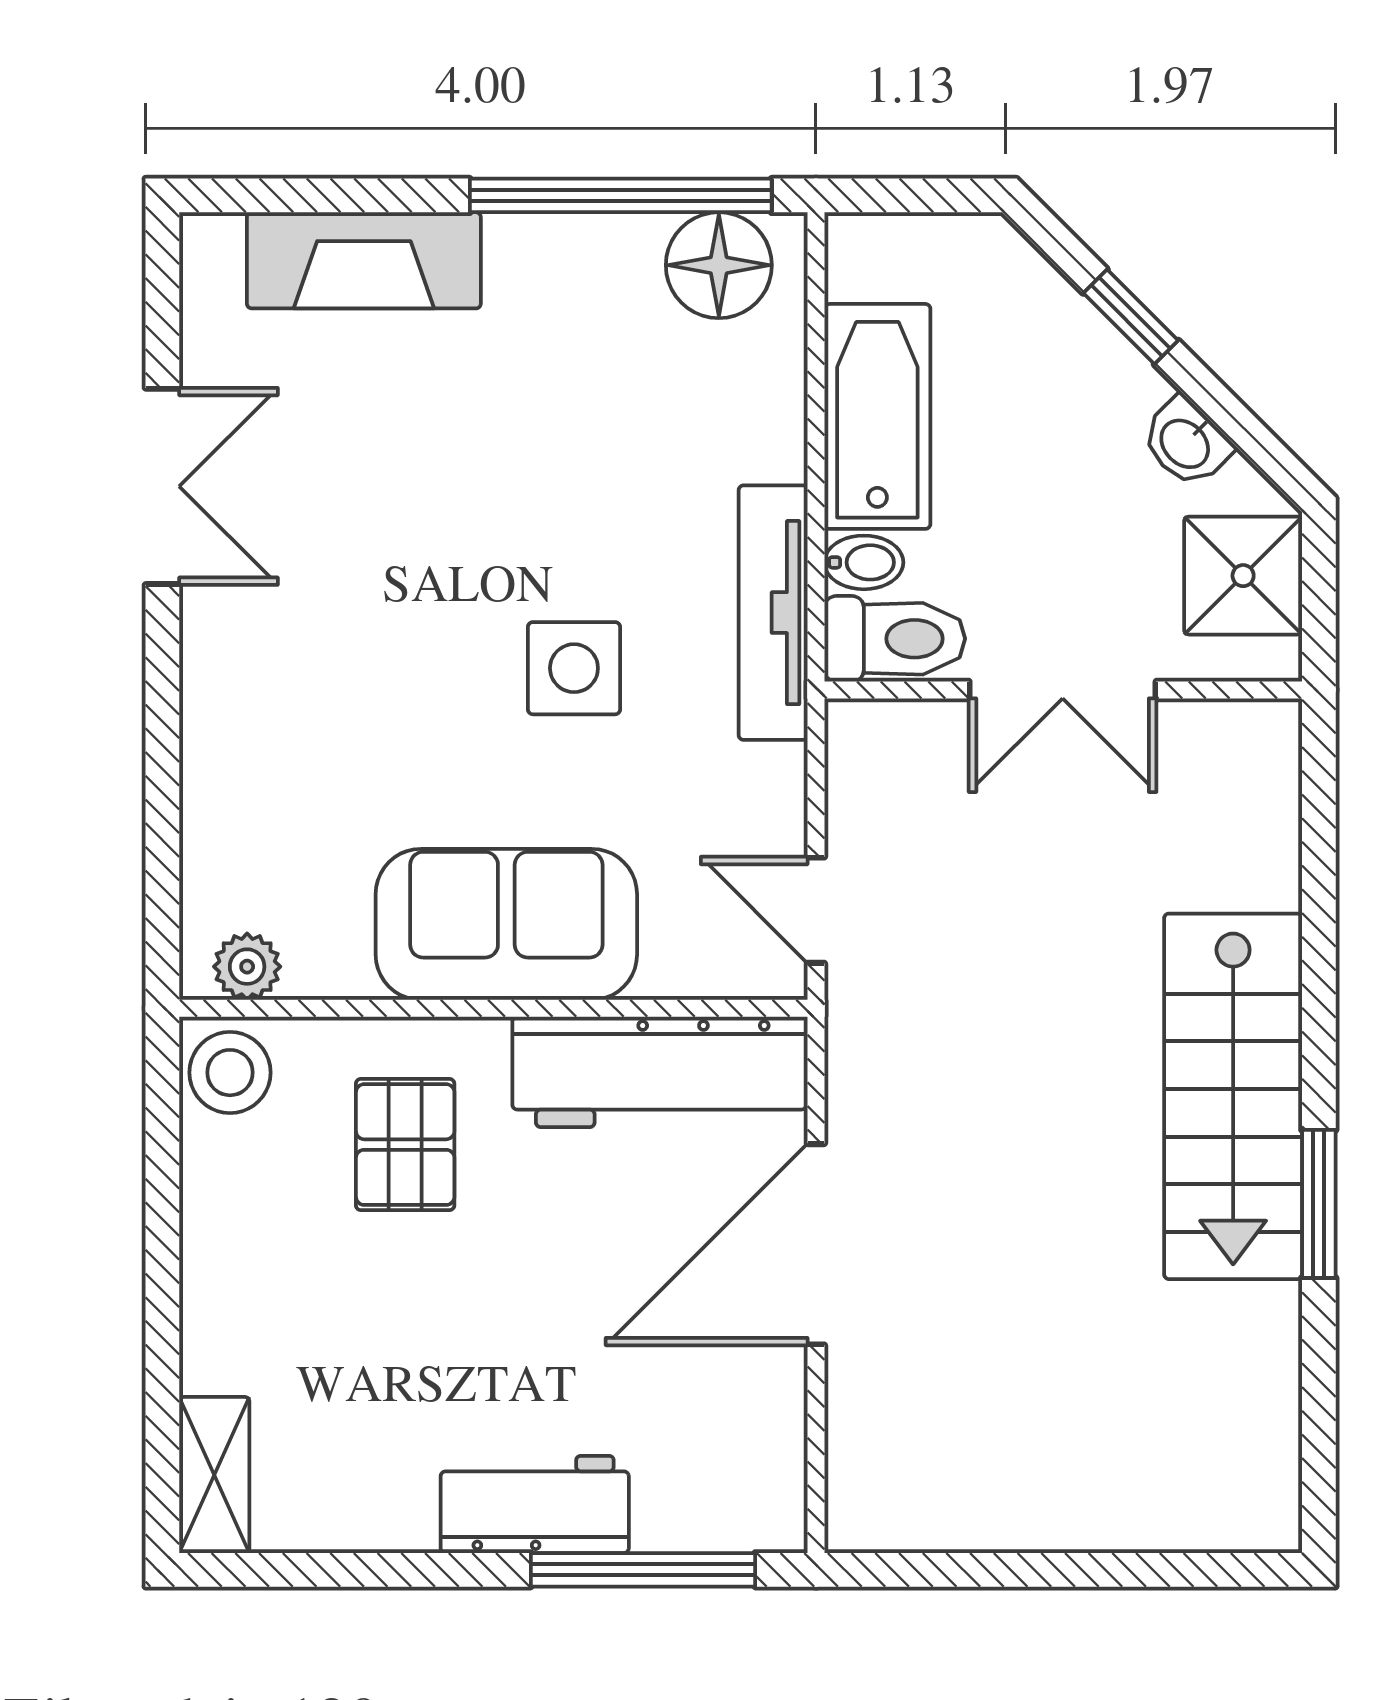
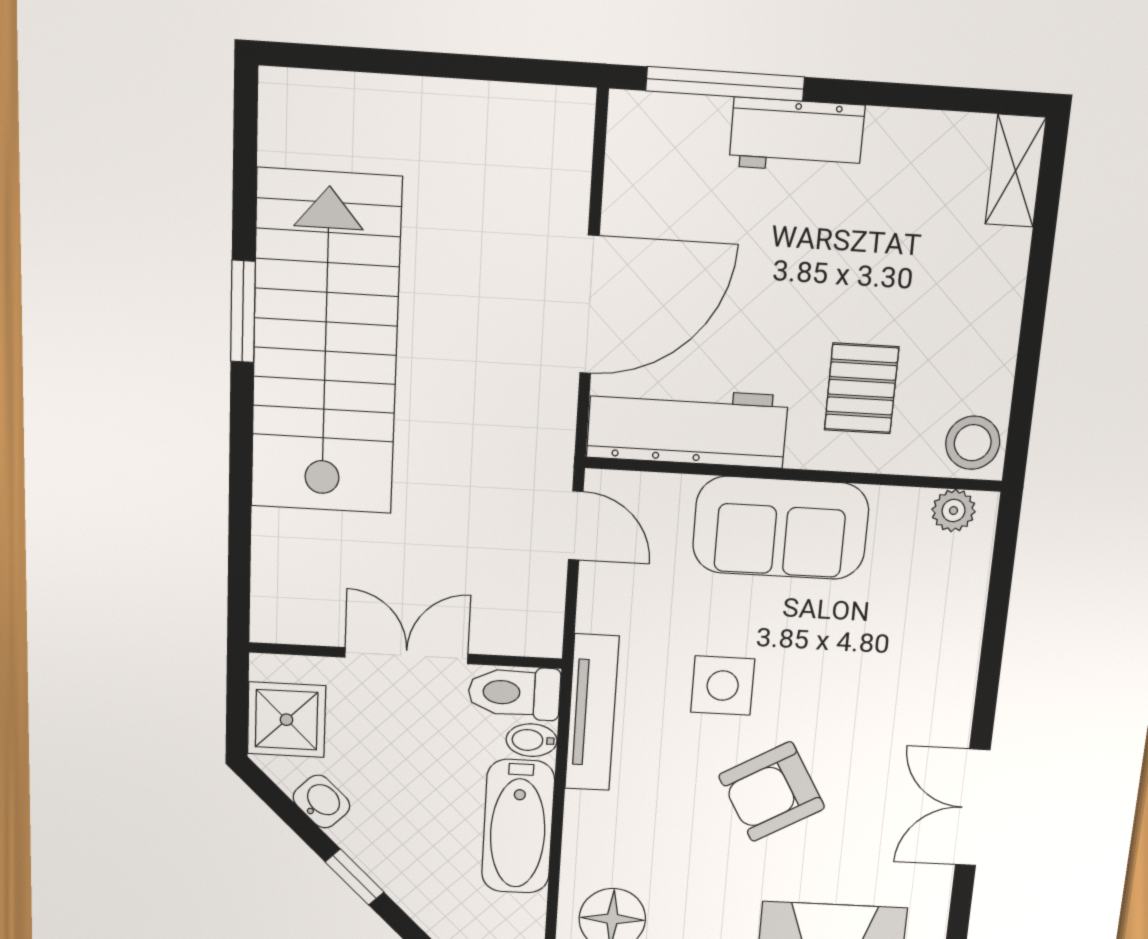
armchair: (483, 496) -> (772, 792), added
stairs: (1233, 1096) -> (325, 344), width x1.36, depth x1.51

